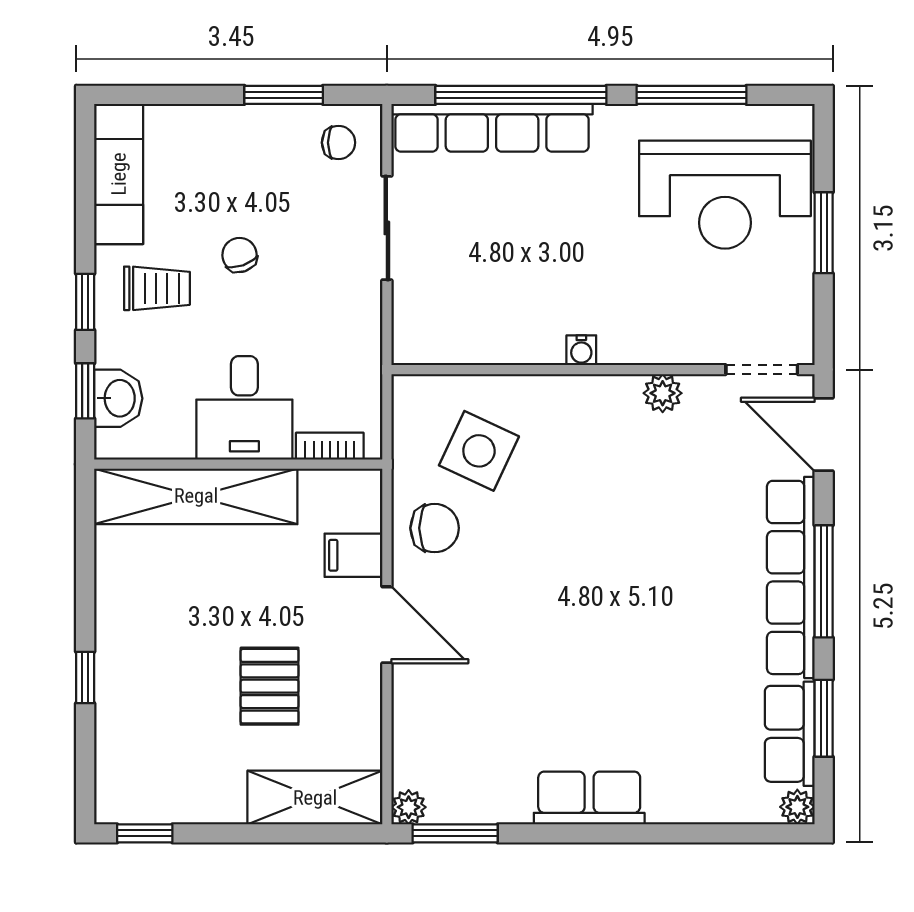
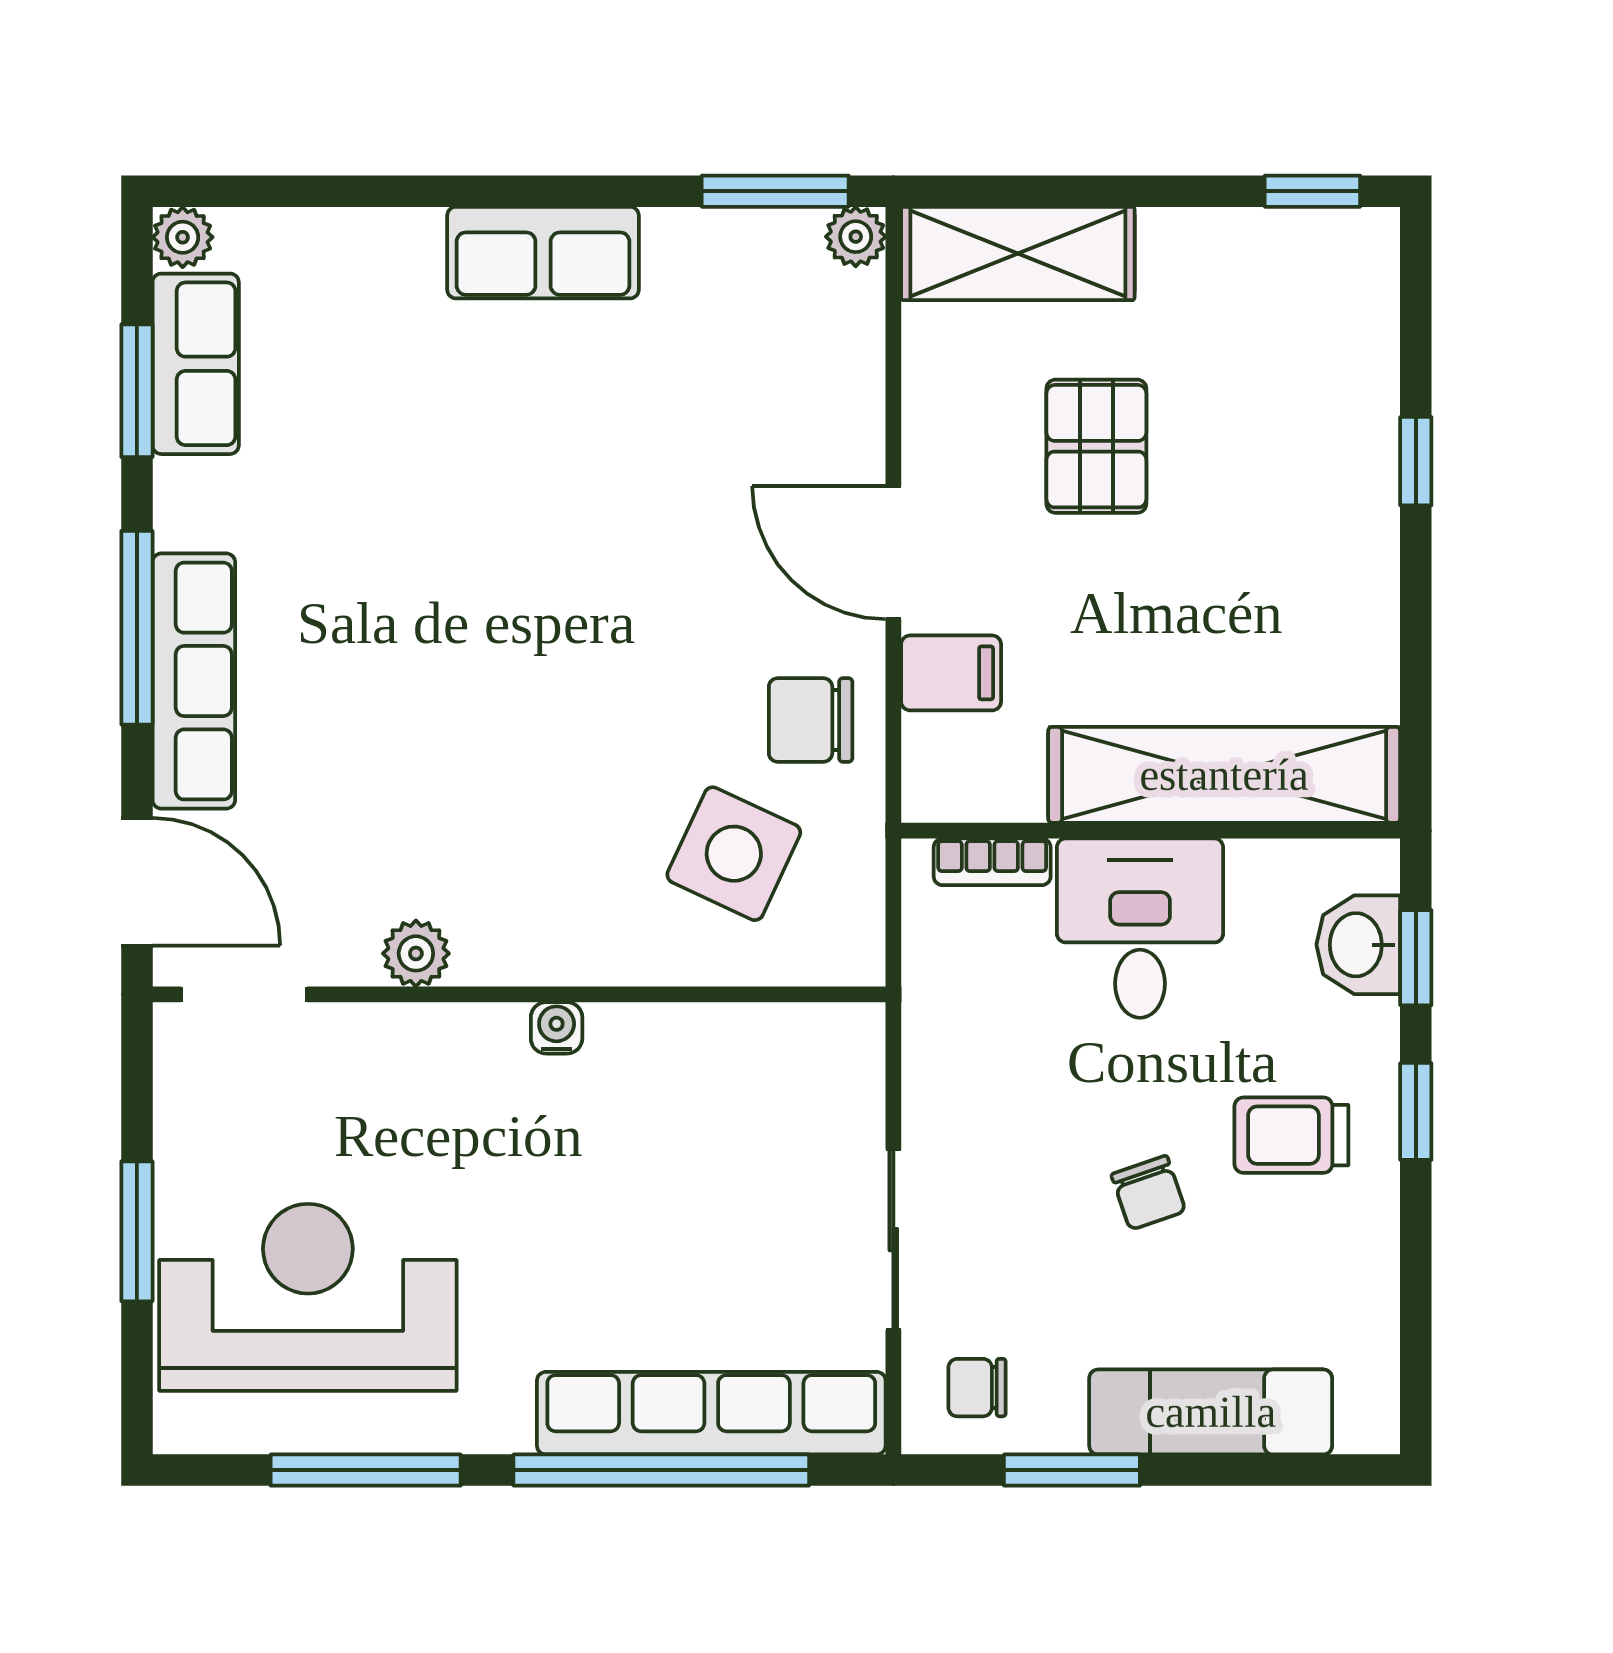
exam couch: (119, 174) -> (1211, 1412), moved, turned 90
row of seats: (791, 577) -> (194, 681), width x0.73

